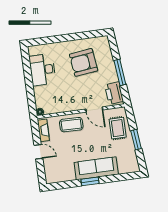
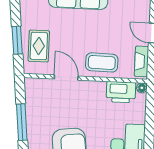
printer: (114, 93) -> (121, 92), moved, turned 96
window: (136, 140) -> (17, 40), moved

